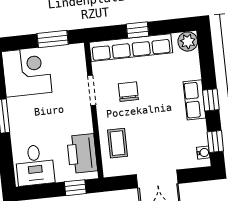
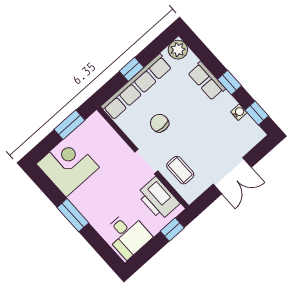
doorway: (92, 90) -> (146, 162), moved
row of seats: (194, 100) -> (207, 81), moved
water cooler: (203, 153) -> (239, 112), moved

